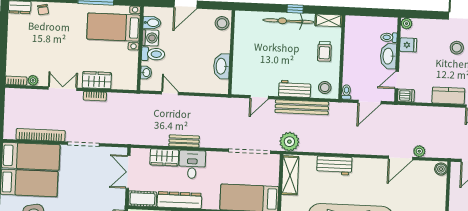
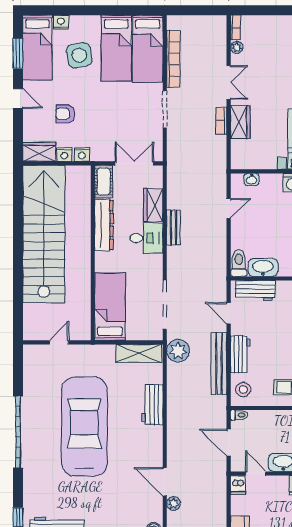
toilet: (153, 54) -> (239, 263), moved, turned 180
workbench: (241, 74) -> (255, 291), added

